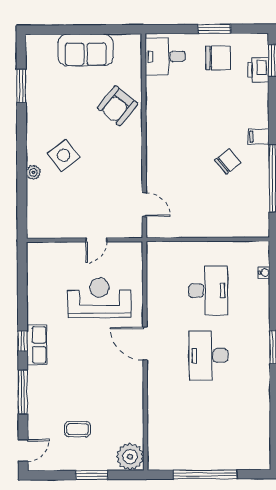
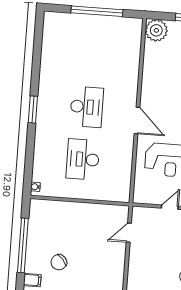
door: (144, 205) -> (129, 233), hinge flipped
water cooler: (264, 273) -> (35, 187), moved

